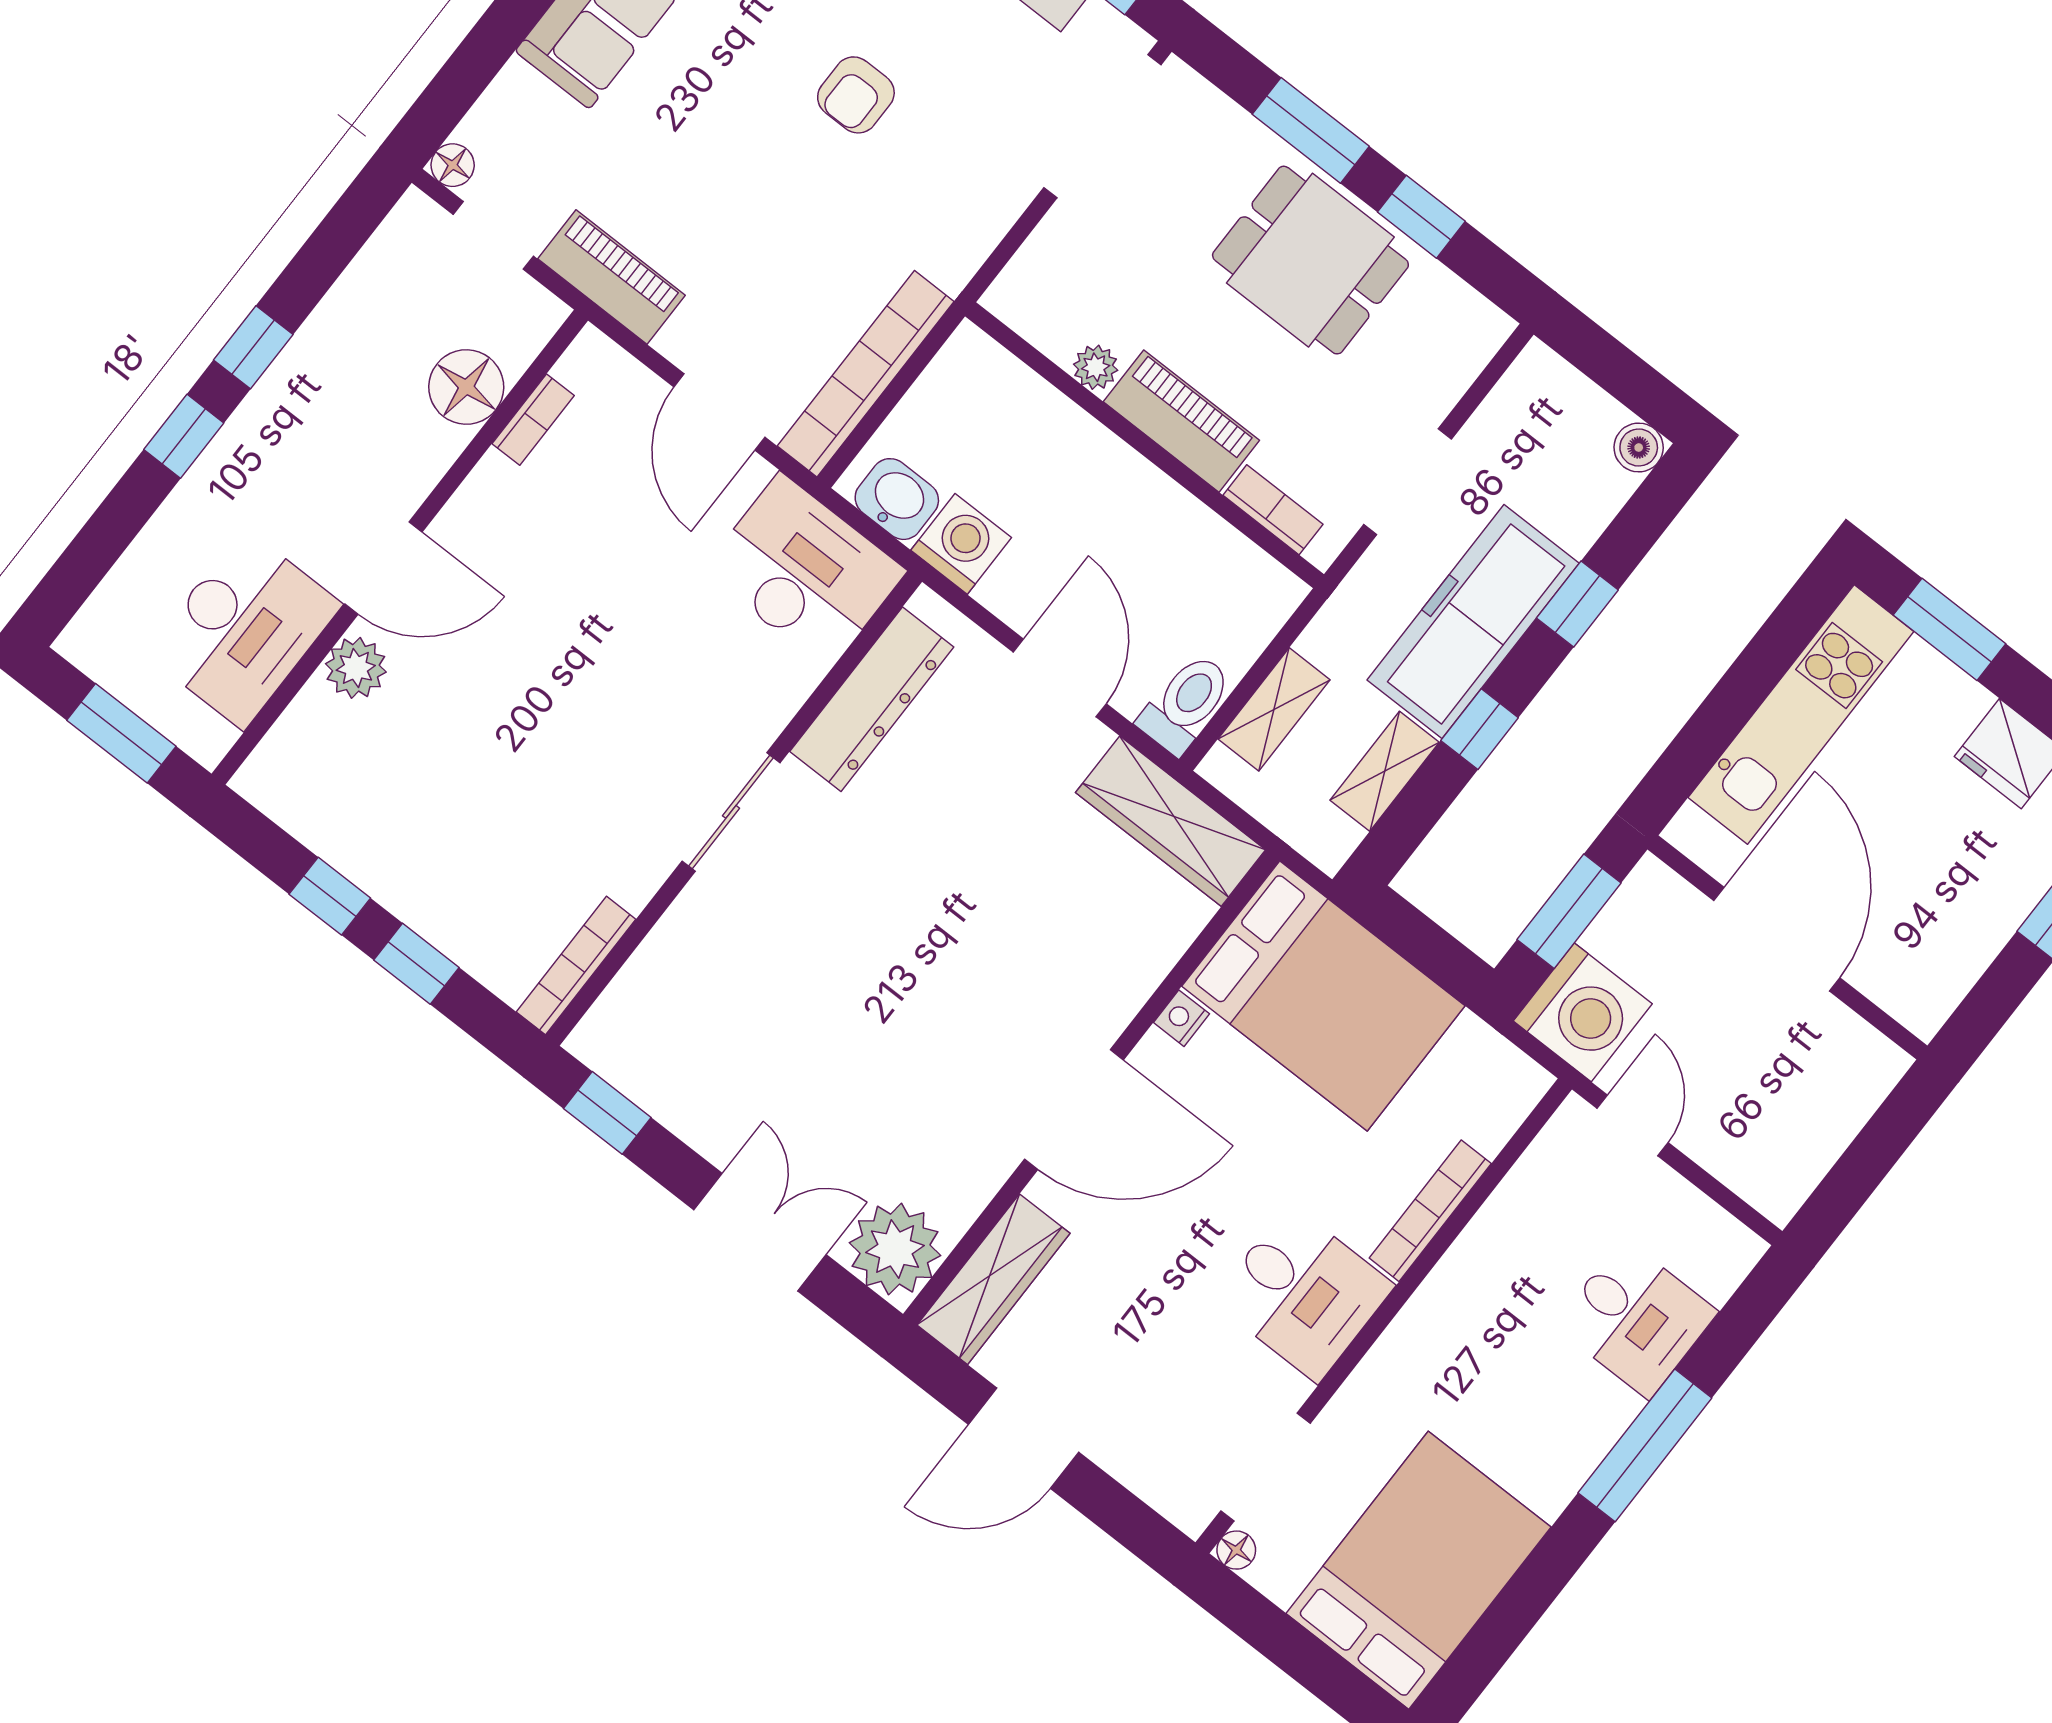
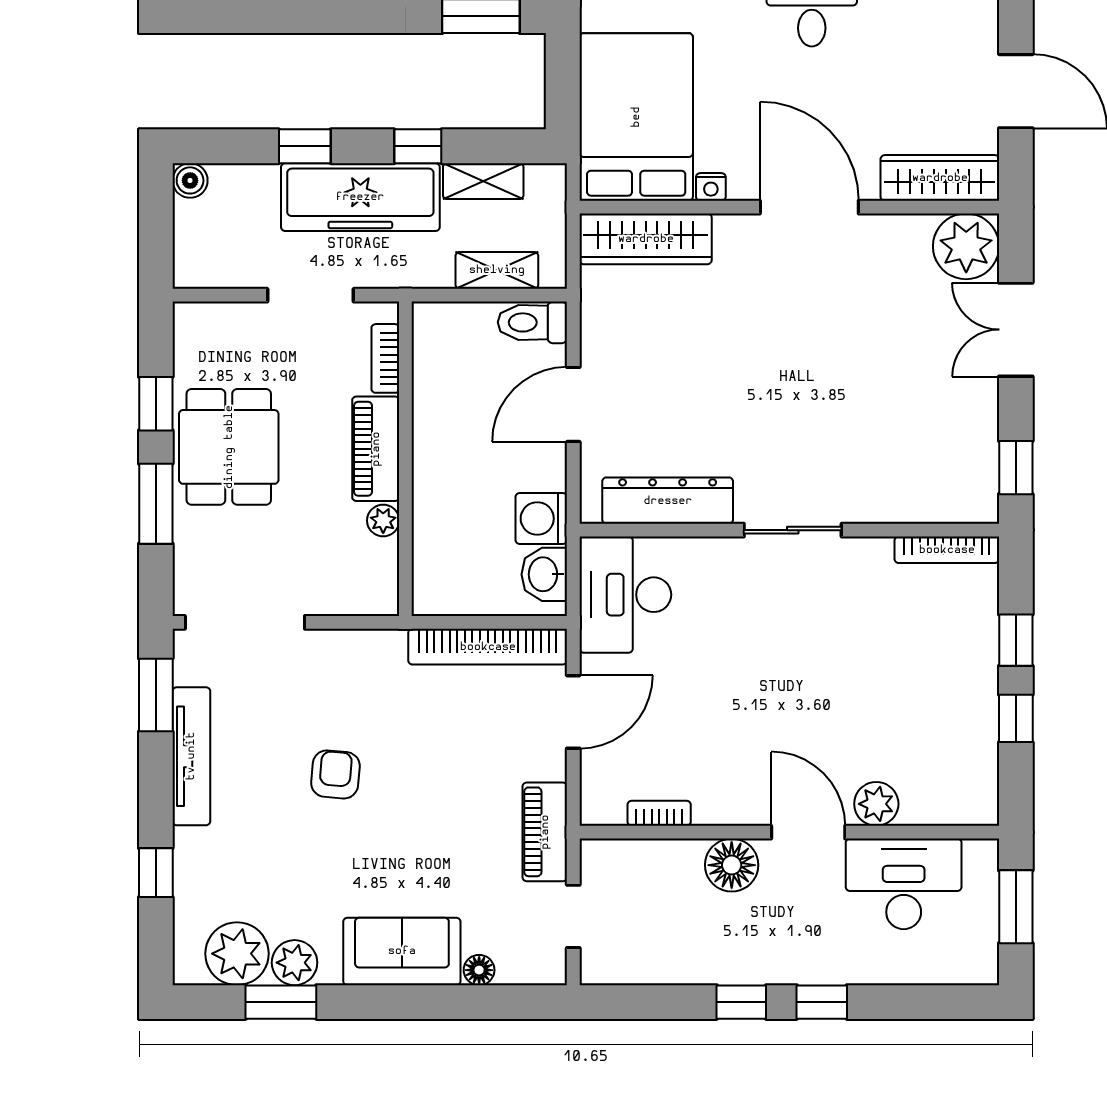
armchair: (856, 95) -> (335, 774), turned -85
floor lamp: (453, 165) -> (479, 970), moved
floor lamp: (466, 387) -> (732, 865), moved
wardrobe: (1171, 821) -> (646, 239), moved, turned 90

